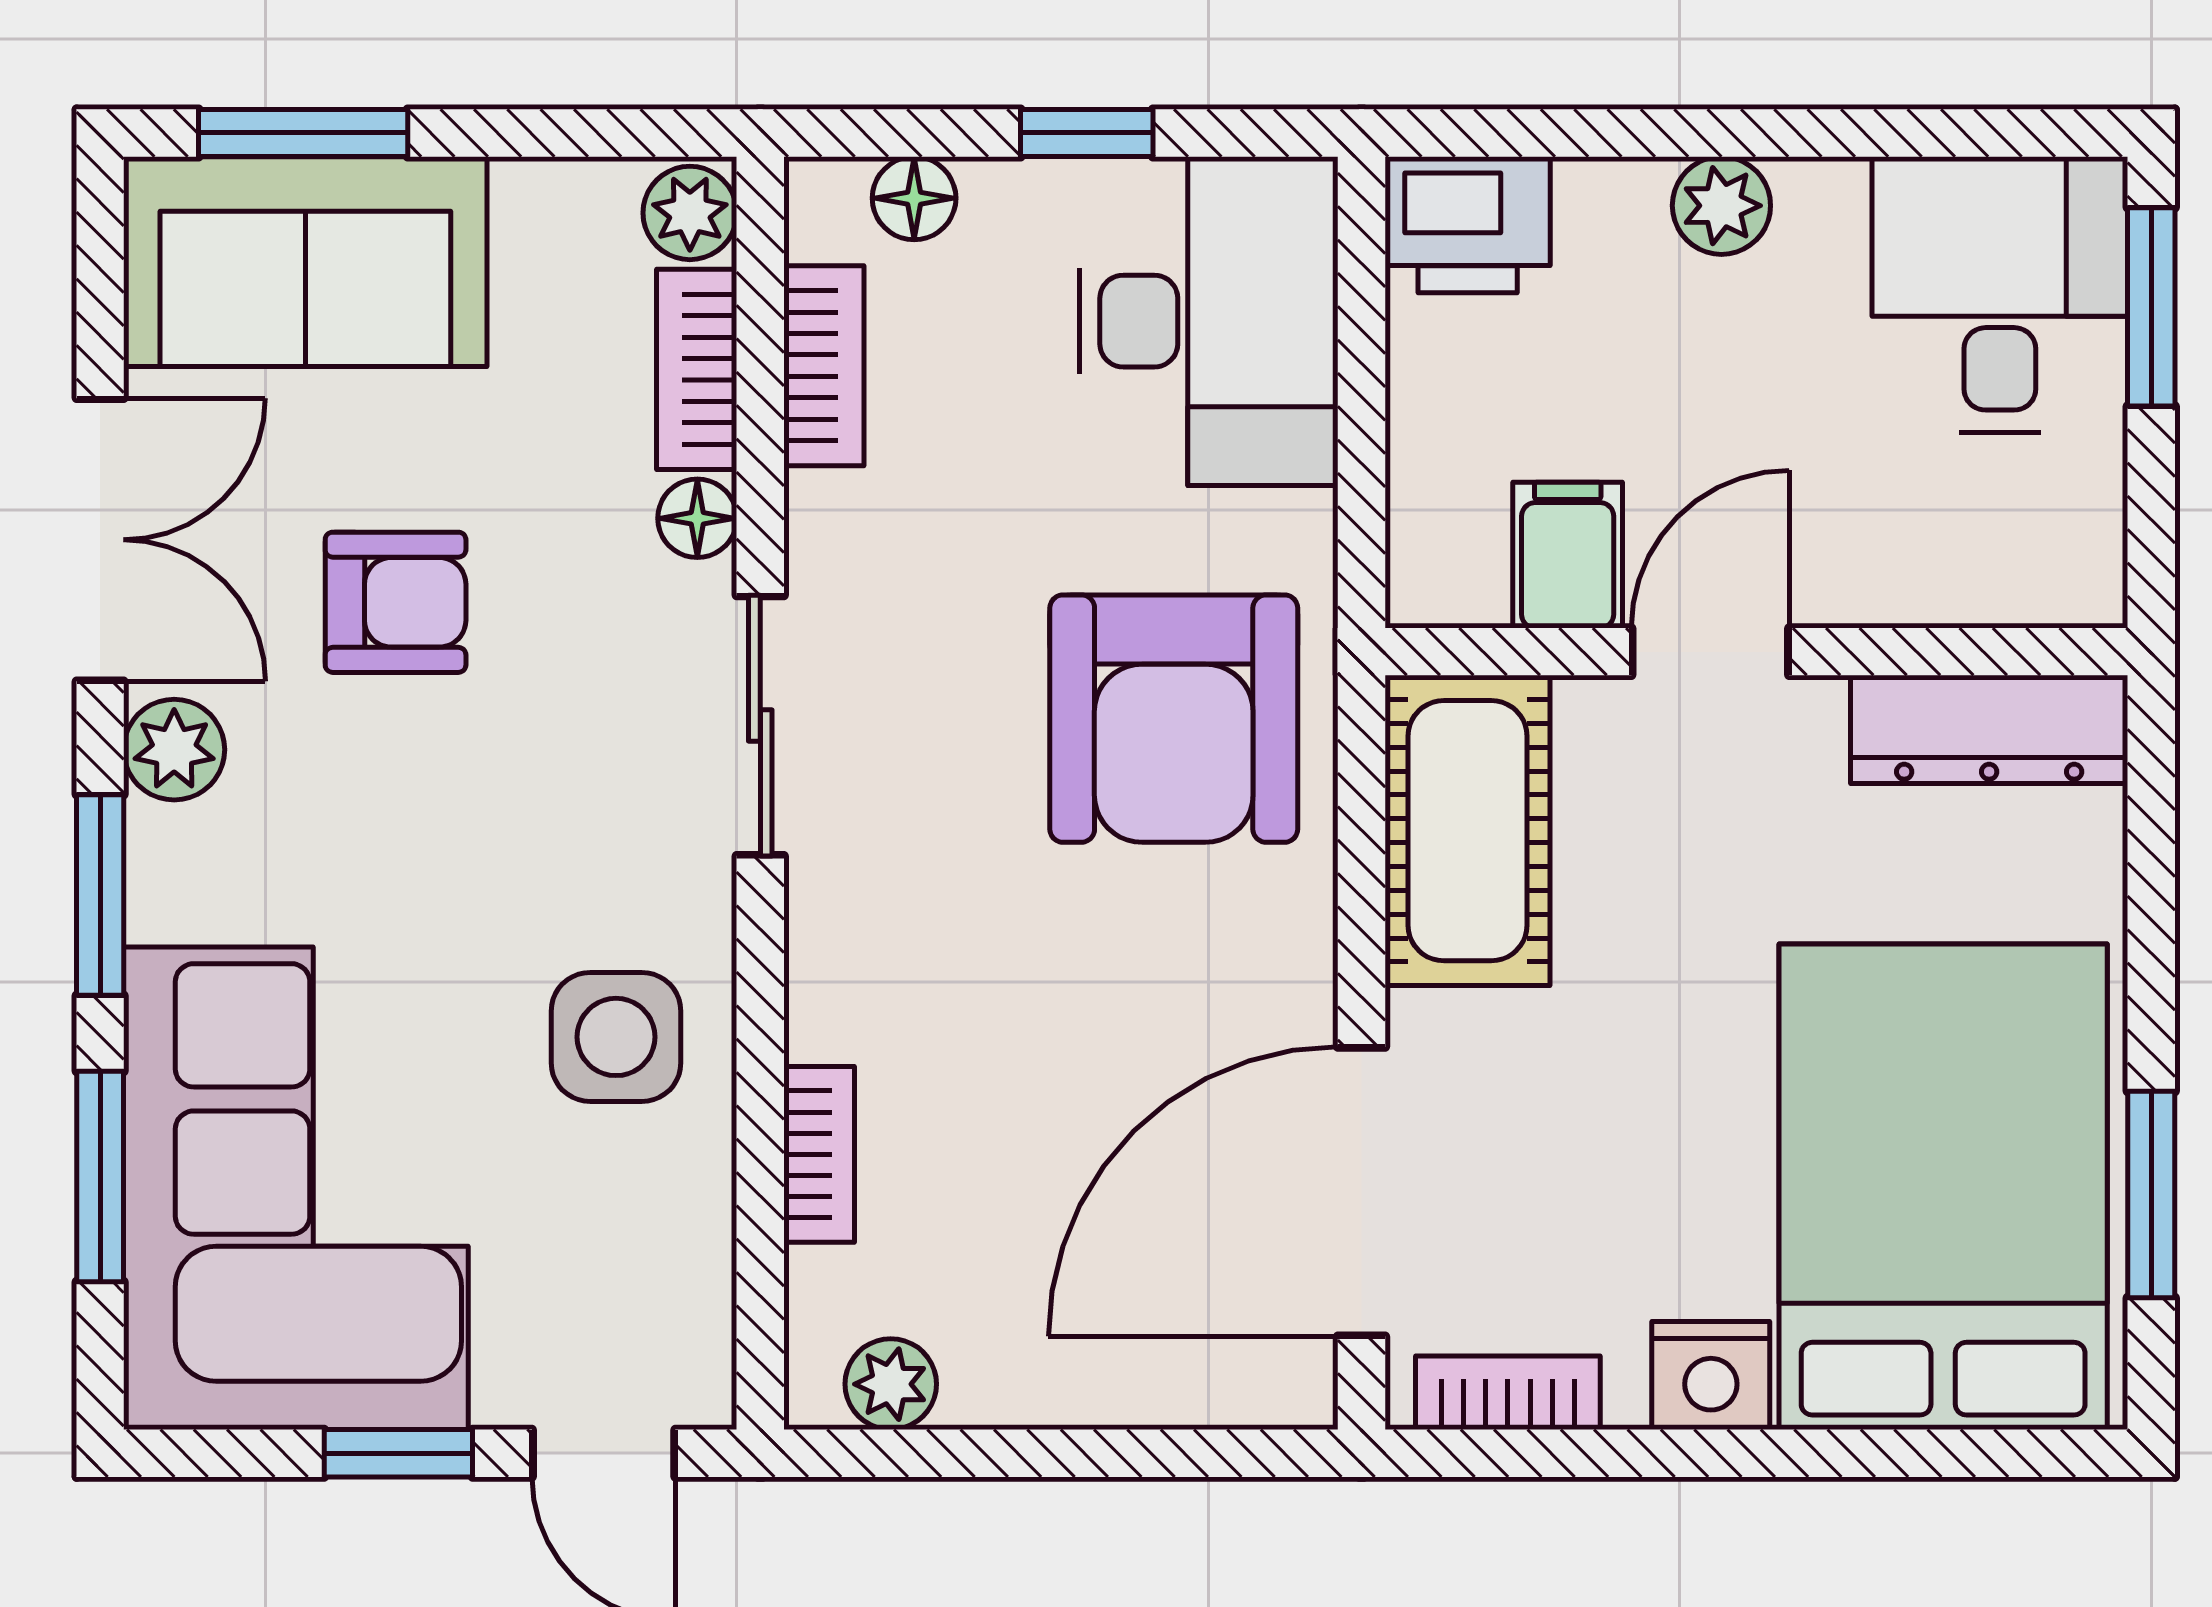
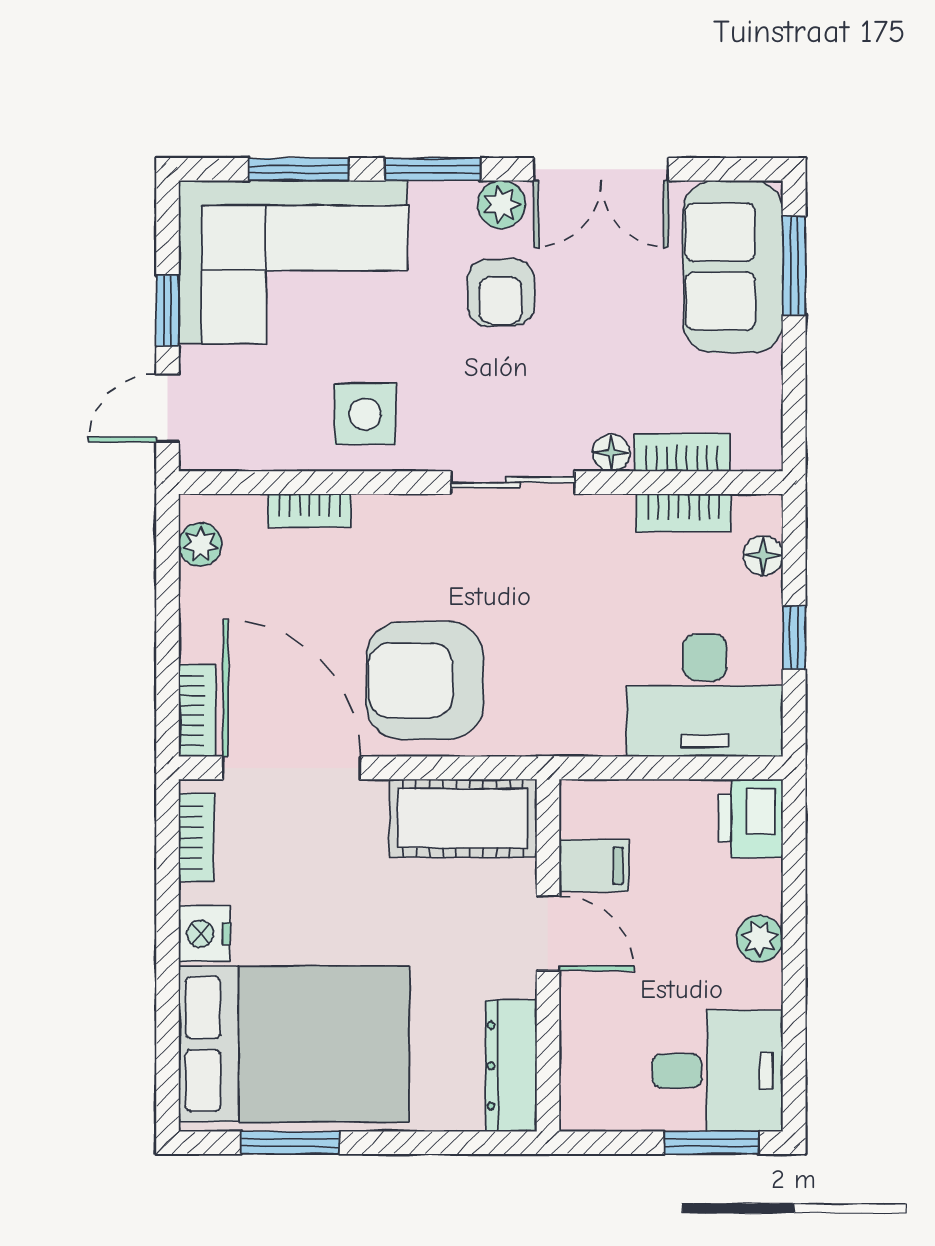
plant: (690, 213) -> (756, 449), removed
armchair: (396, 602) -> (501, 292), moved
armchair: (1174, 719) -> (425, 680), moved
bookcase: (1241, 1391) -> (197, 710), added

